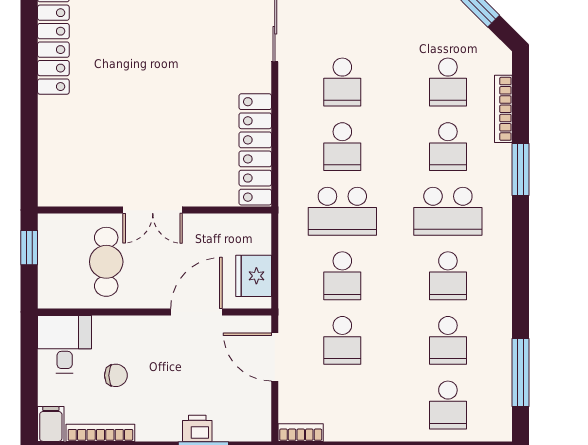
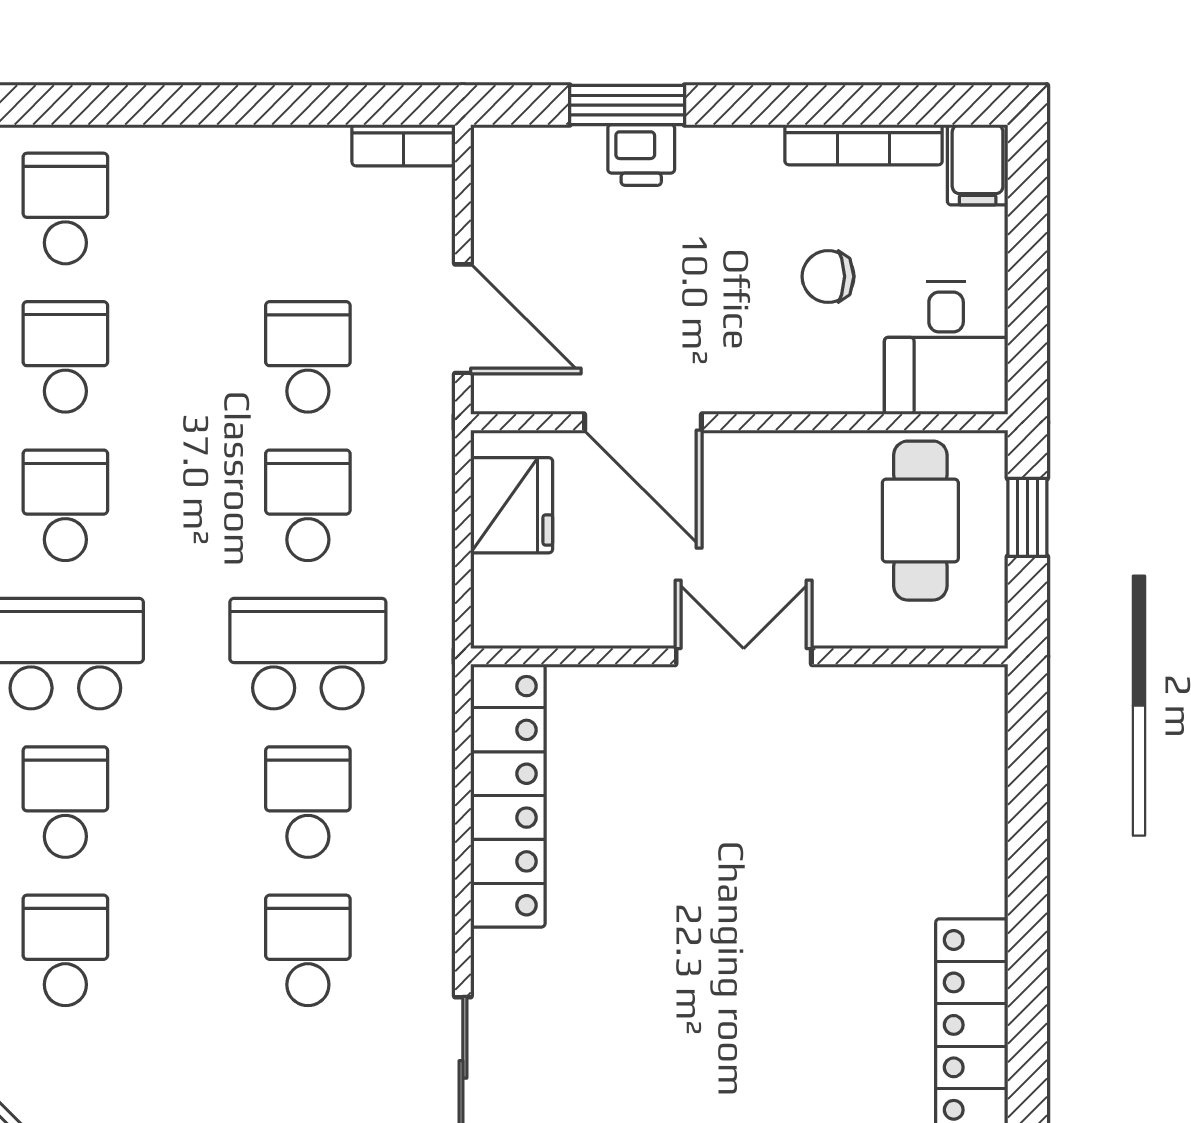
window: (29, 248) -> (1027, 517), moved
cafe table: (106, 262) -> (920, 521), moved
door: (196, 312) -> (643, 422), hinge flipped

